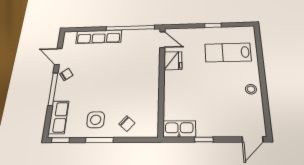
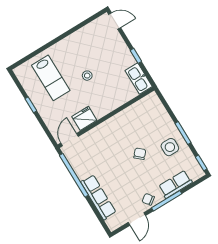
stool: (251, 89) -> (87, 76), moved
row of seats: (59, 117) -> (175, 184), moved
chair: (127, 124) -> (140, 154), moved

